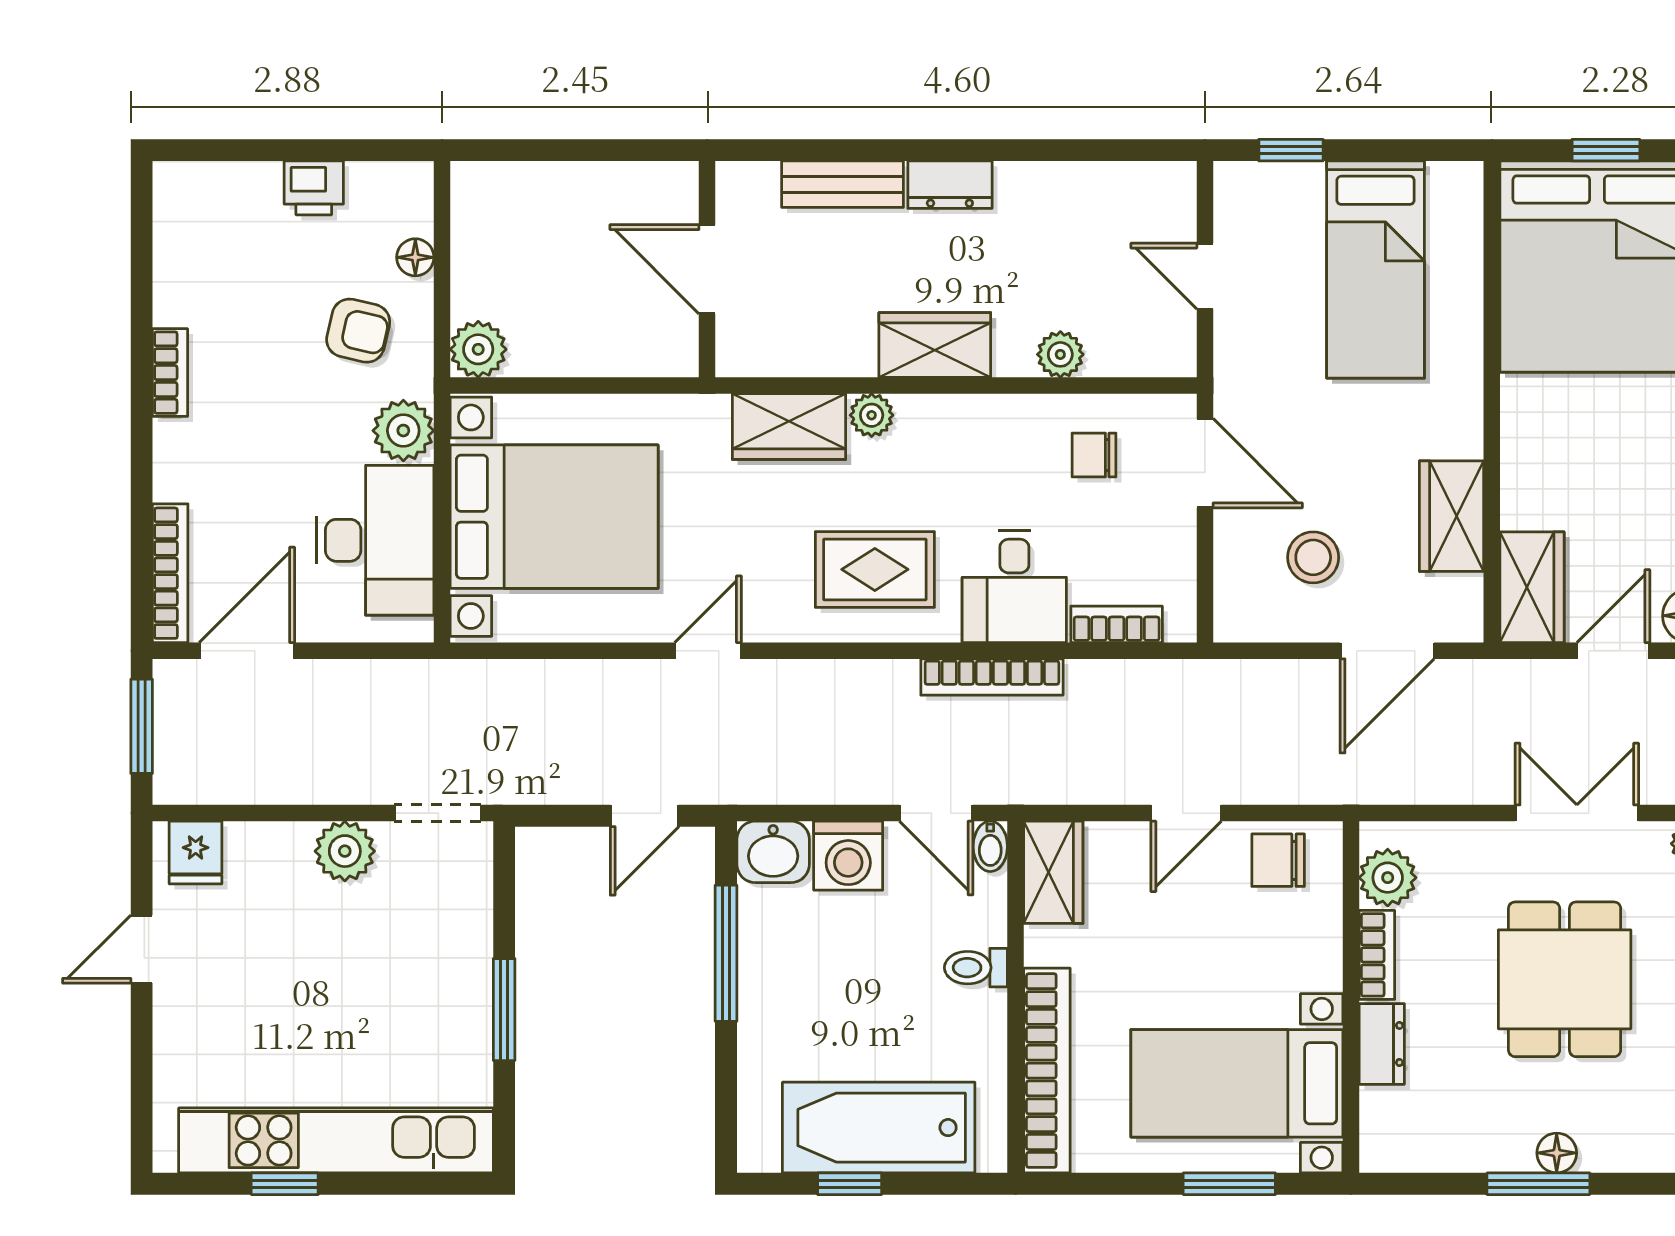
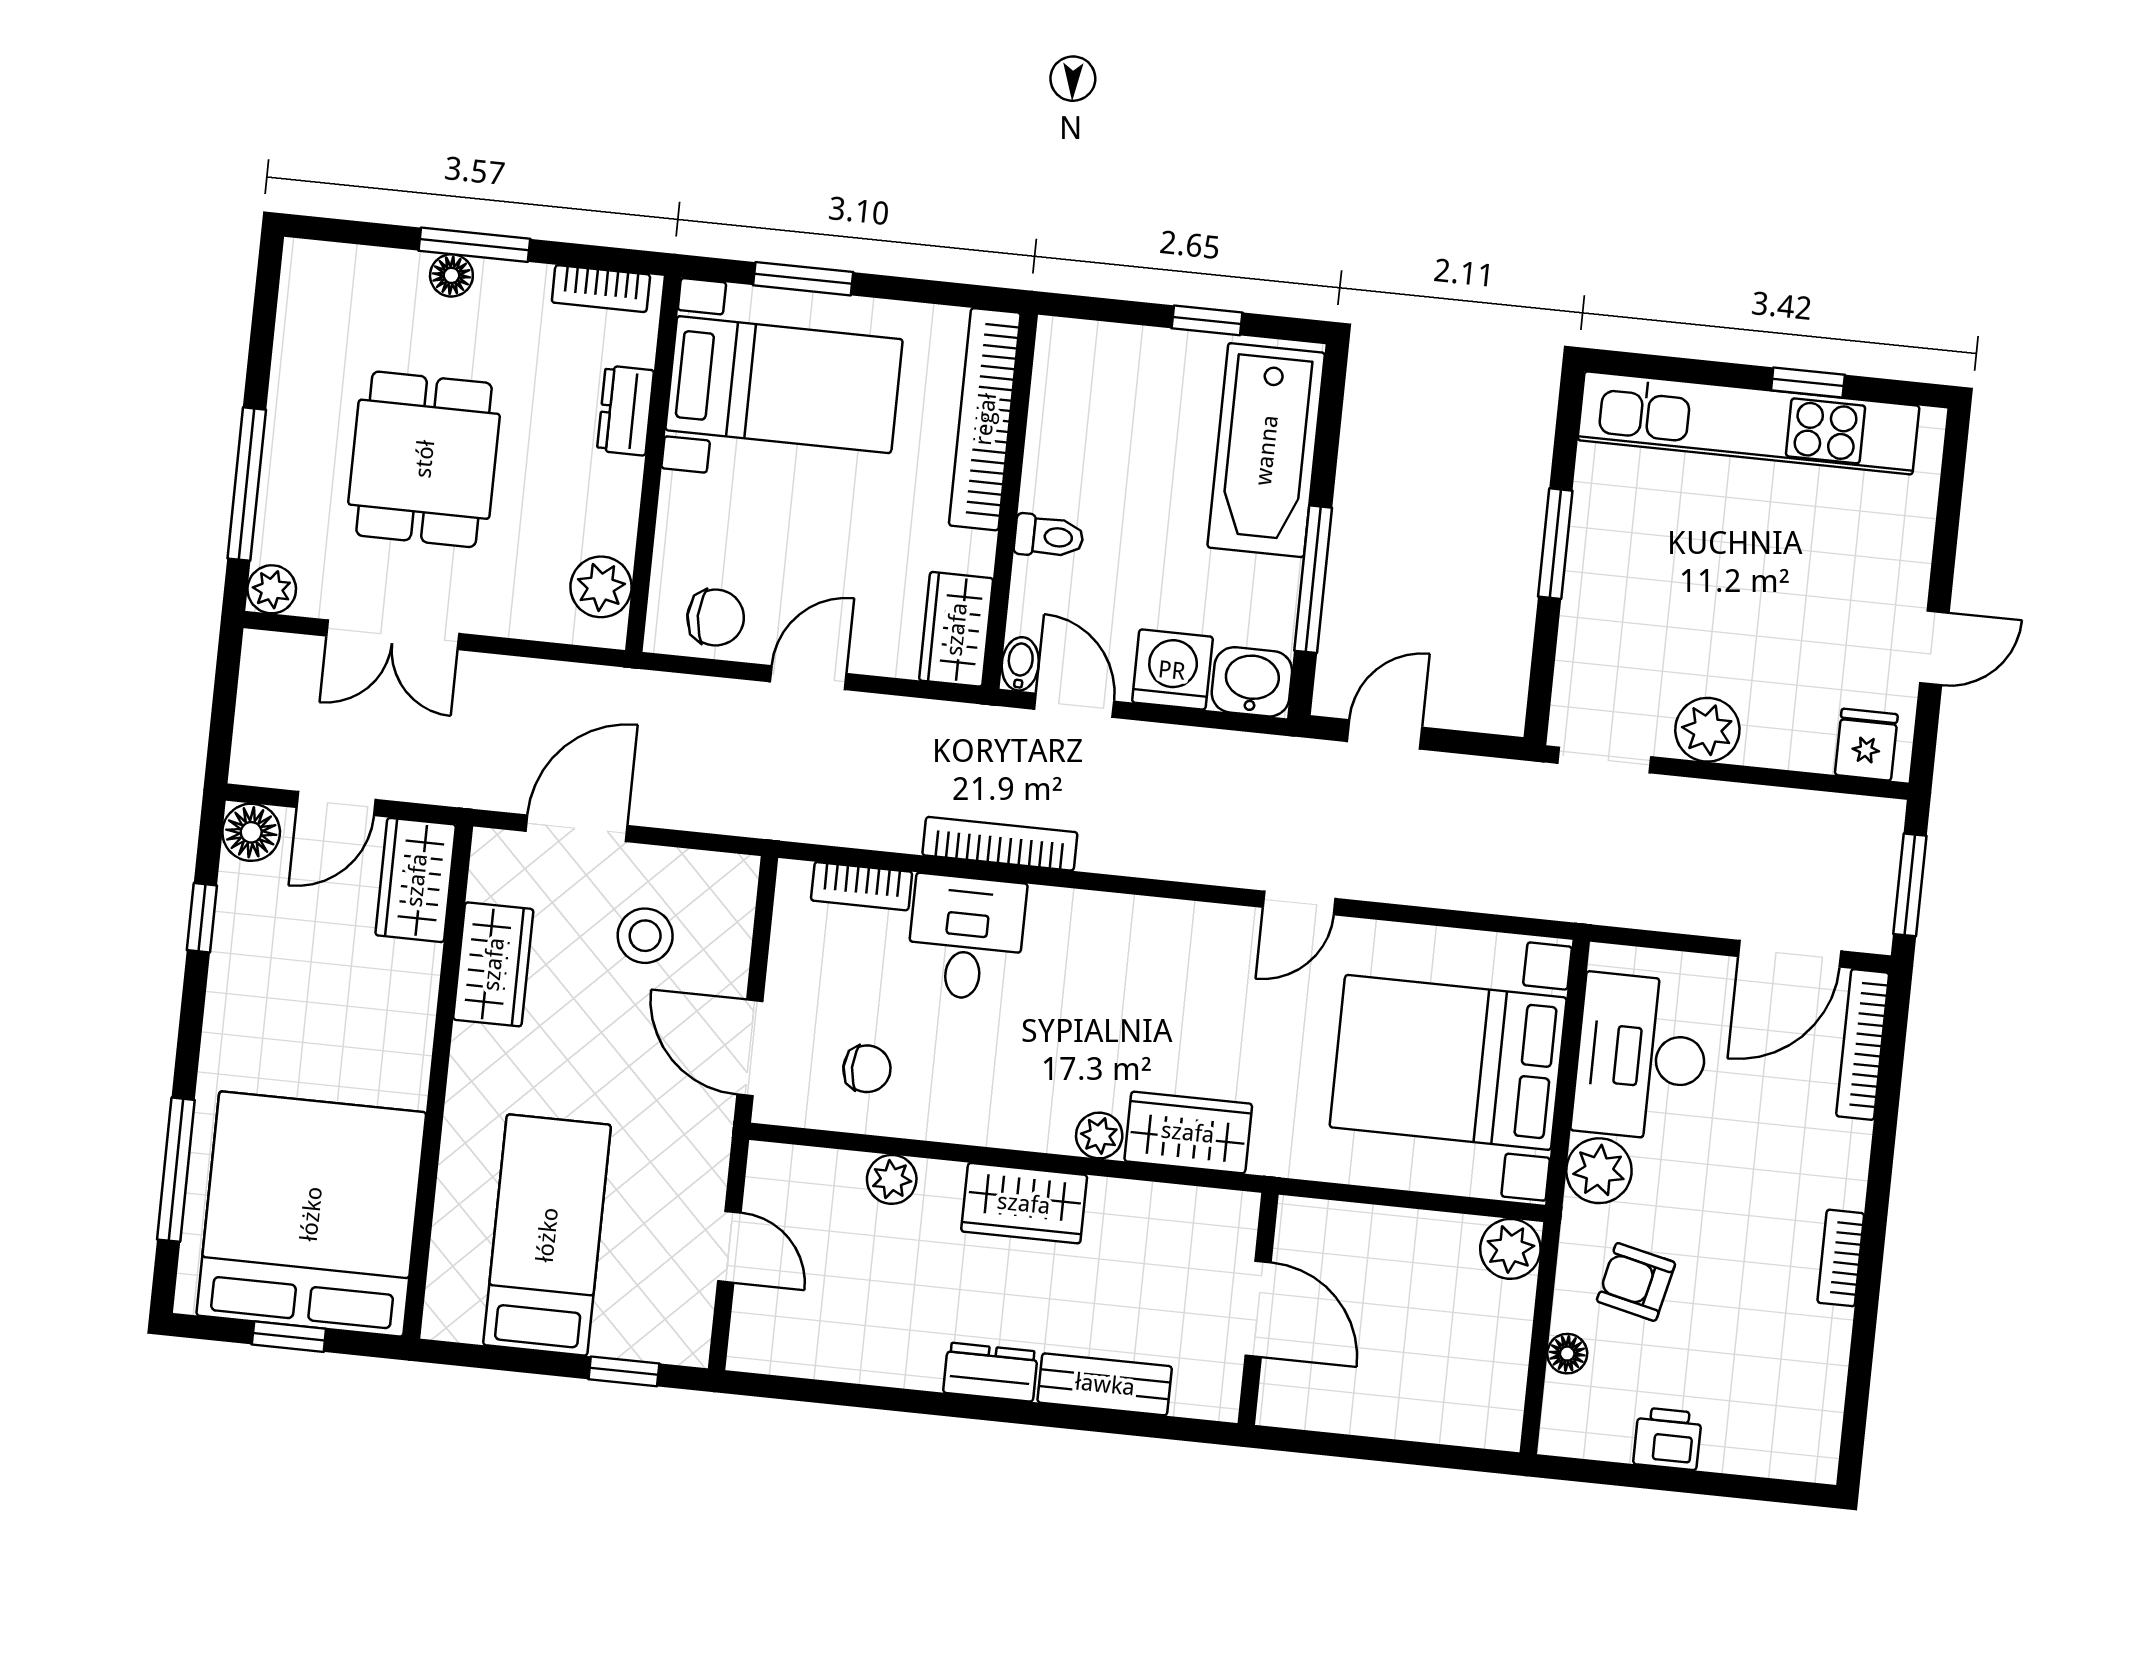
rug: (875, 569) -> (1113, 971), removed
bookcase: (1377, 955) -> (601, 289), moved, turned -90
bathtub: (879, 1128) -> (1266, 450), moved, turned 90

